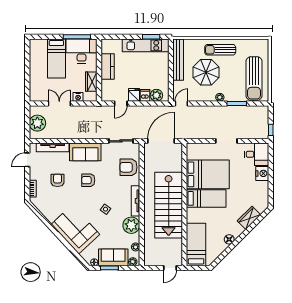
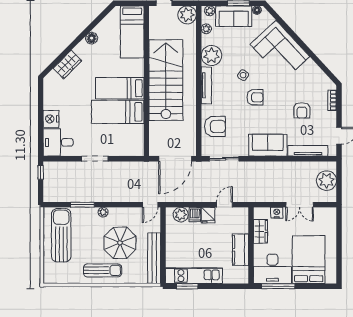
bed: (56, 59) -> (309, 260), width x1.50
bed: (208, 174) -> (118, 112), width x0.67
armchair: (88, 180) -> (255, 97), moved
plant: (151, 258) -> (187, 15), added

